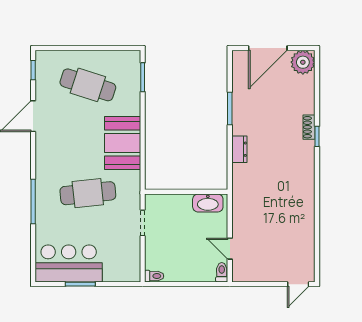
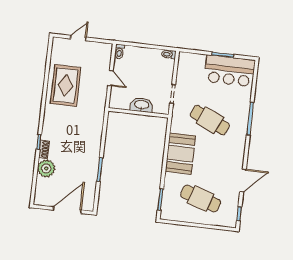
plant: (303, 62) -> (46, 168), moved
dresser: (239, 149) -> (96, 139), removed
cafe table: (88, 193) -> (210, 120), turned 30
washbasin: (208, 203) -> (142, 105), moved
rug: (290, 217) -> (66, 86), added
door: (230, 249) -> (110, 78), moved
door: (298, 284) -> (78, 38), moved

